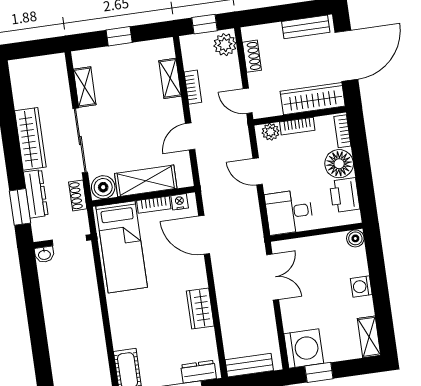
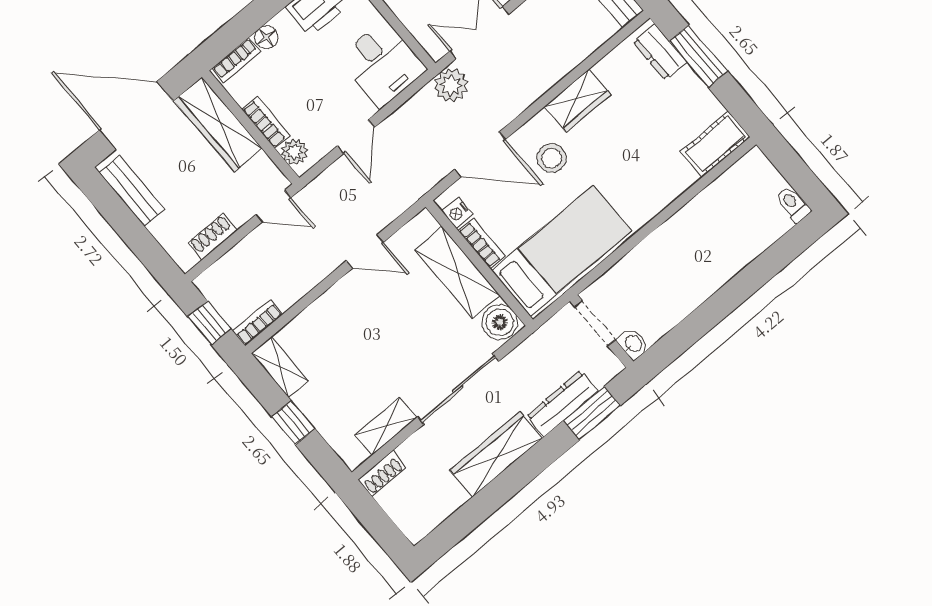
plant: (225, 45) -> (451, 85), moved
shelving: (170, 78) -> (280, 367), moved, turned 90
bookcase: (193, 87) -> (258, 323), moved
door: (248, 101) -> (273, 206), hinge flipped
floor lamp: (339, 164) -> (266, 37), width x0.53, depth x0.53
shoe rack: (78, 195) -> (382, 474), moved
door: (204, 235) -> (480, 154), hinge flipped
stool: (177, 274) -> (552, 158), added

